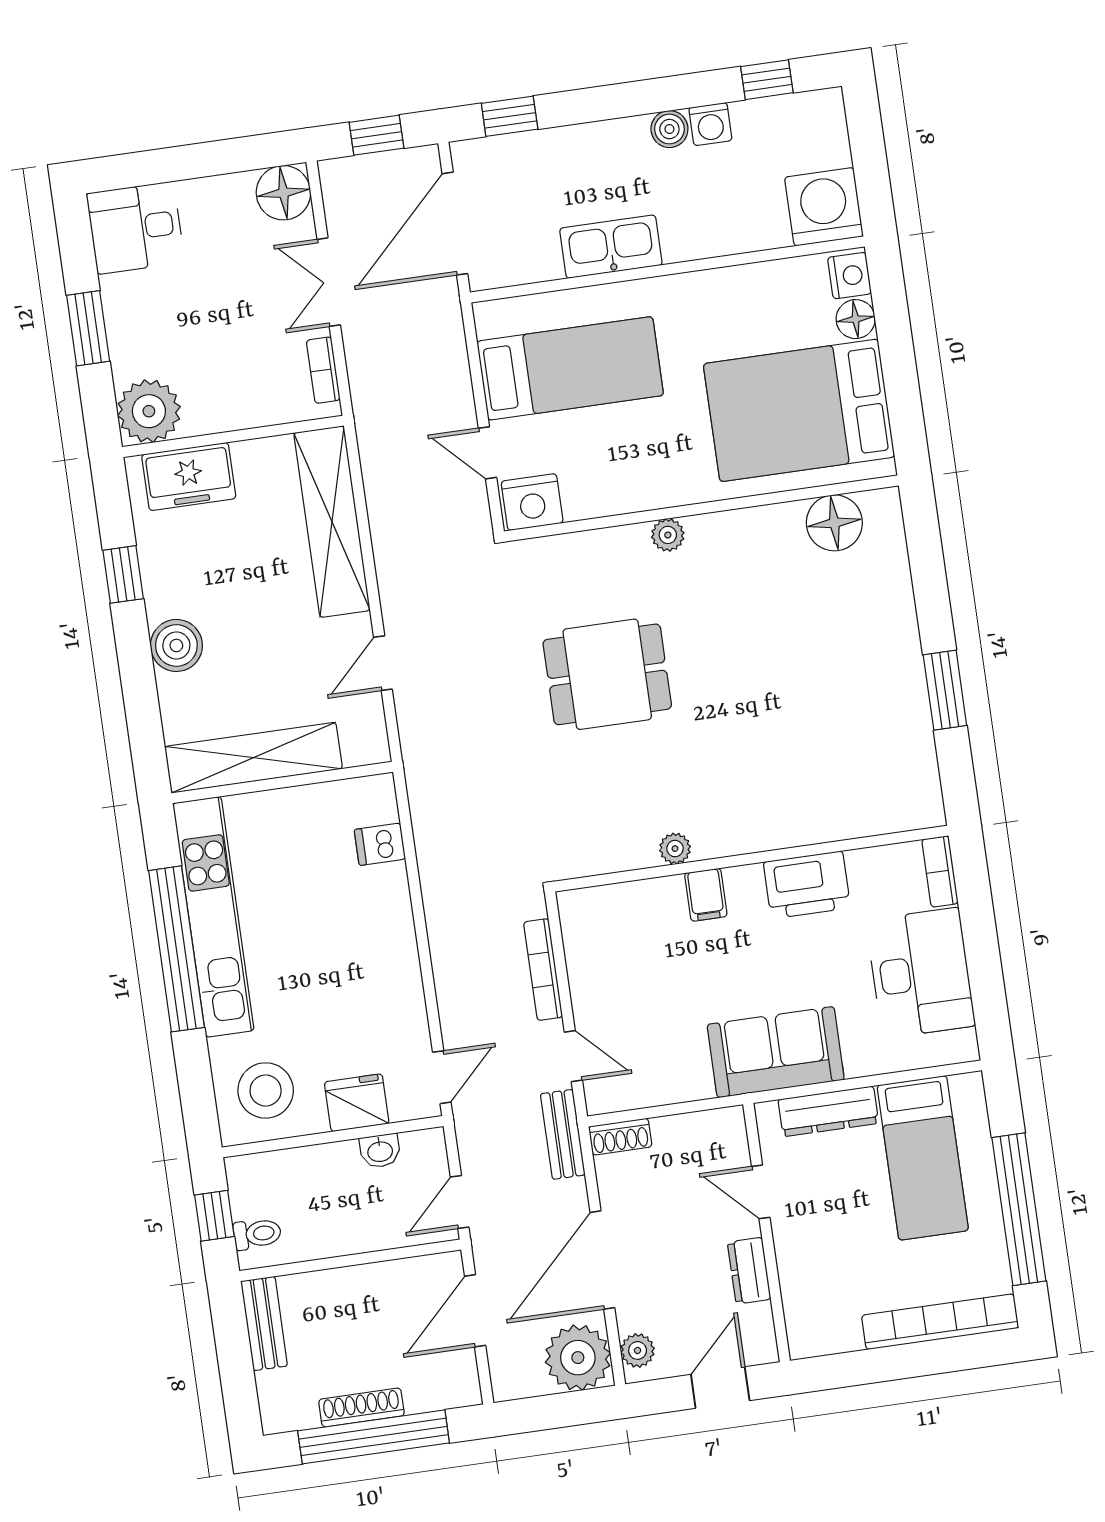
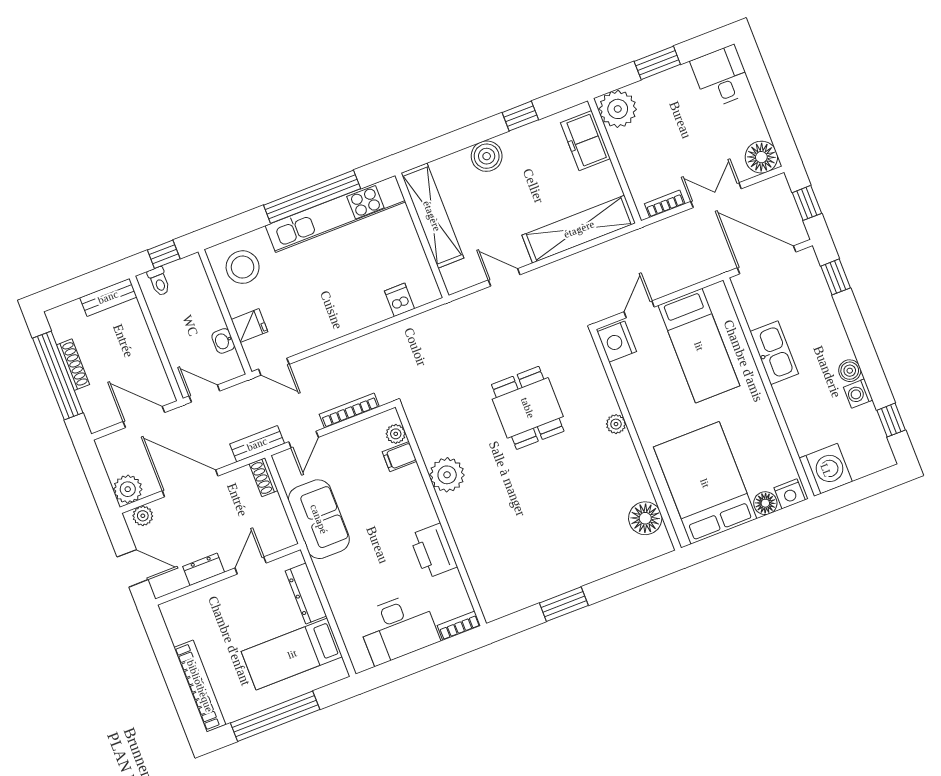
plant: (675, 849) -> (447, 475), width x1.88, depth x1.88
filing cabinet: (706, 895) -> (400, 457), moved
plant: (599, 902) -> (396, 434), added
sofa: (776, 1052) -> (319, 519), moved
fridge: (357, 1103) -> (249, 326), width x0.72
plant: (578, 1358) -> (128, 489), width x0.73, depth x0.73

